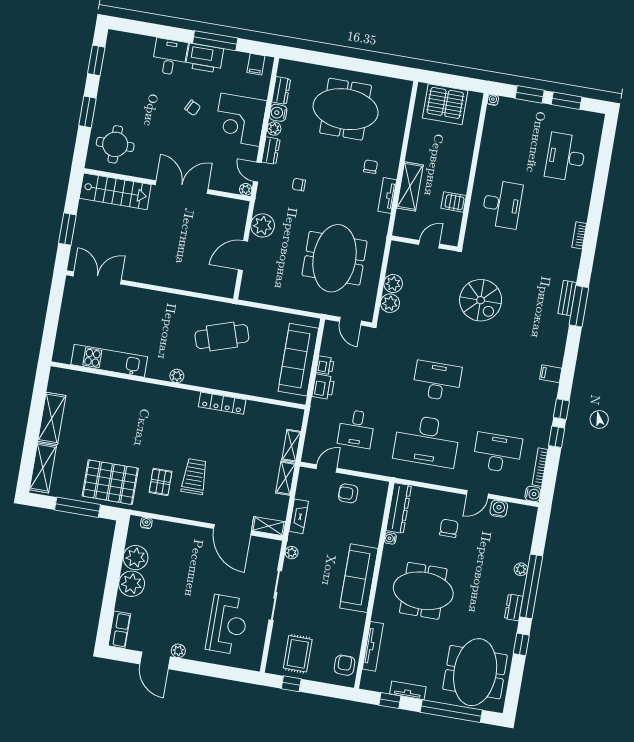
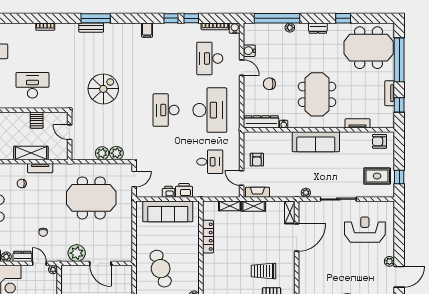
door: (257, 172) -> (39, 263), swing flipped
locker: (222, 403) -> (208, 237), moved
fireplace: (299, 516) -> (257, 192), moved
window: (531, 586) -> (277, 18), moved
tv unit: (373, 646) -> (358, 123), width x0.71

